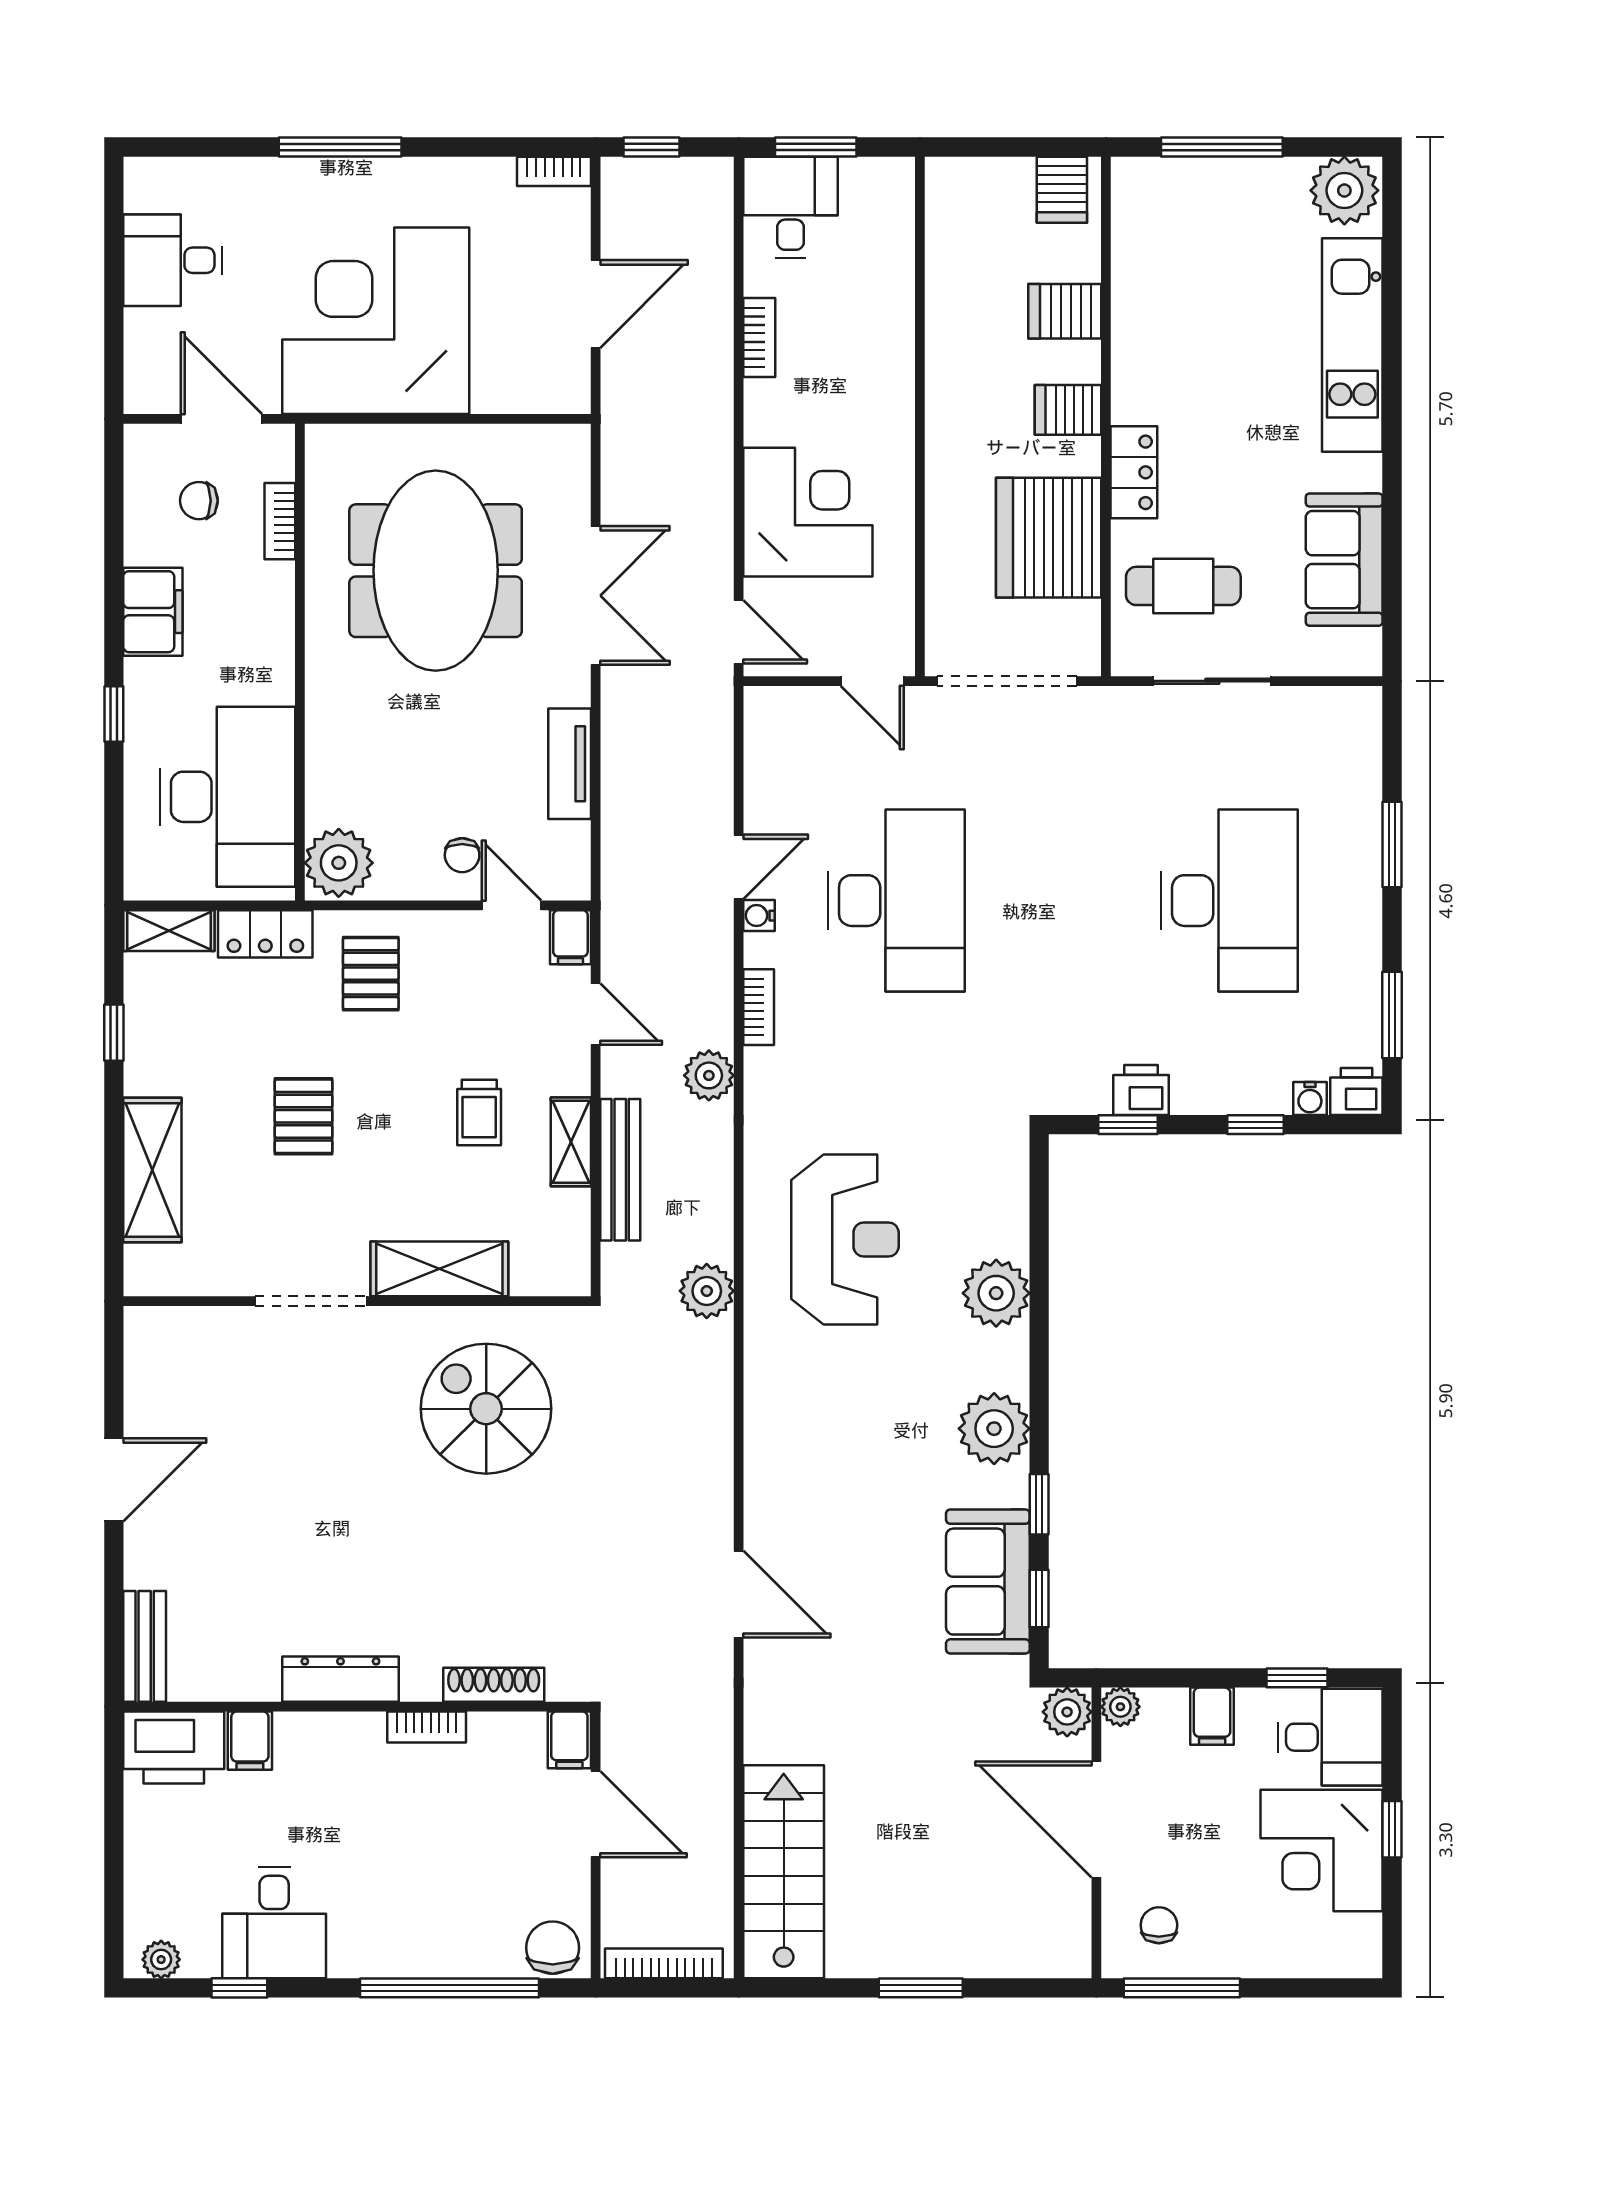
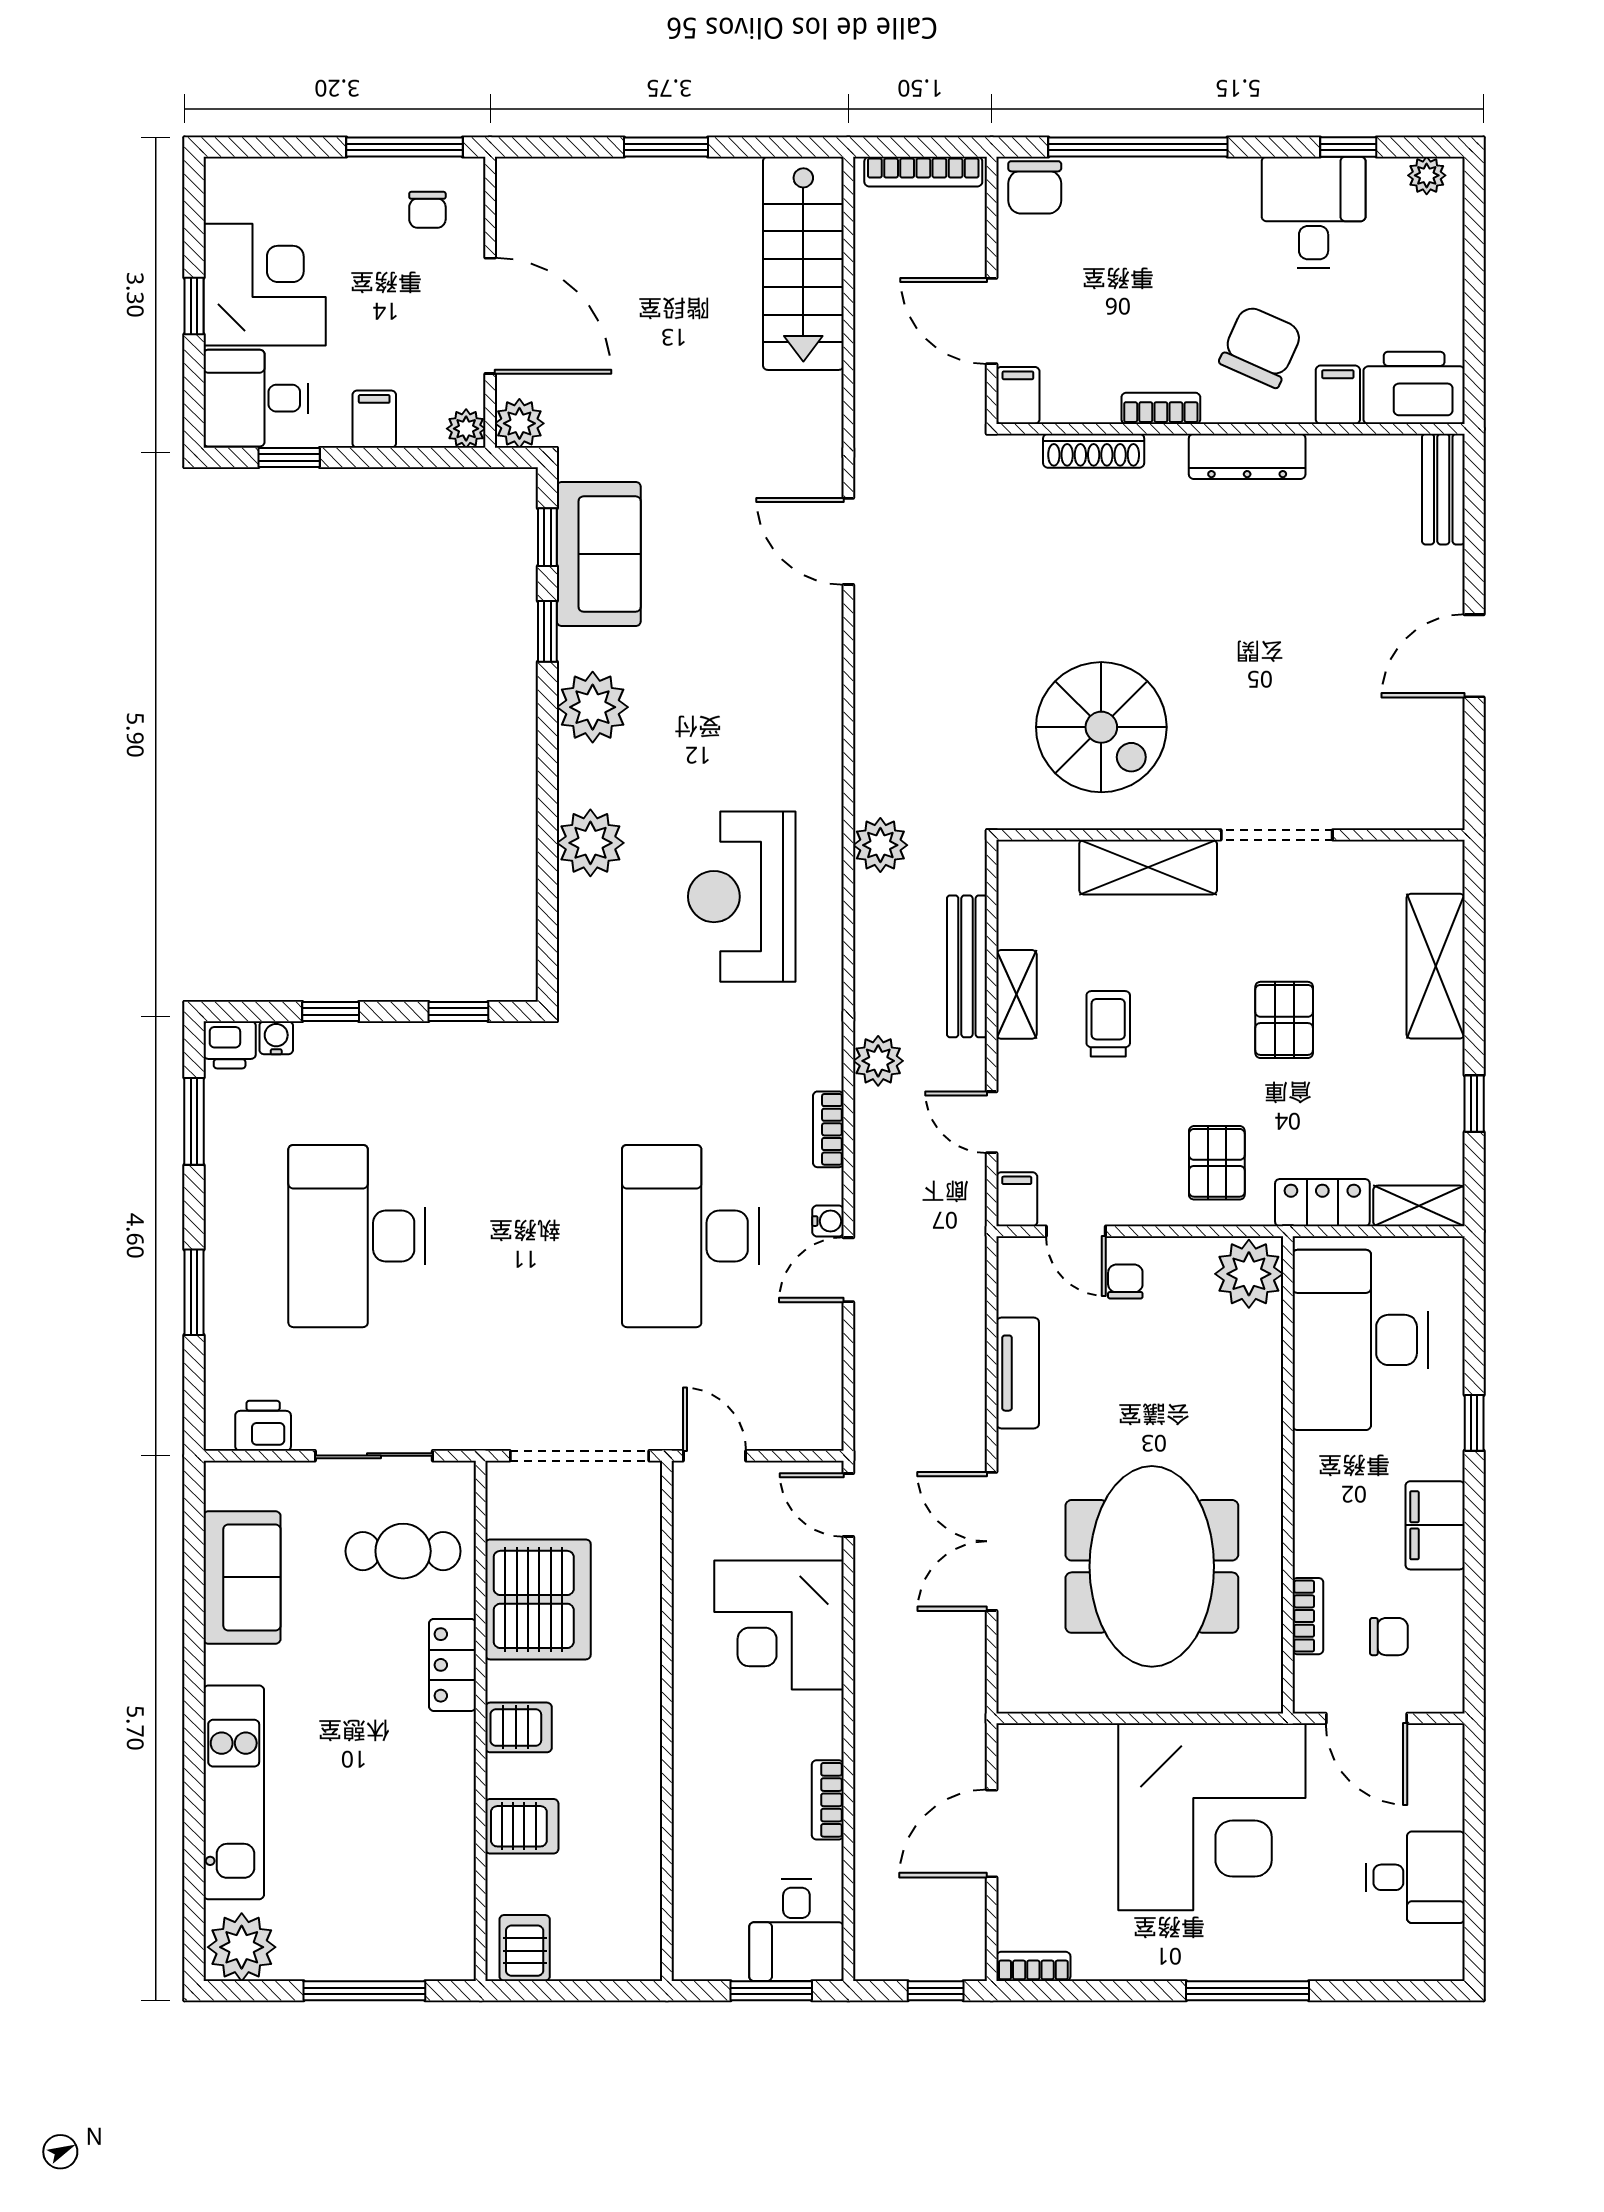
printer: (1141, 1090) -> (263, 1426), moved, turned 180
chair: (327, 1789) -> (1261, 347), added

